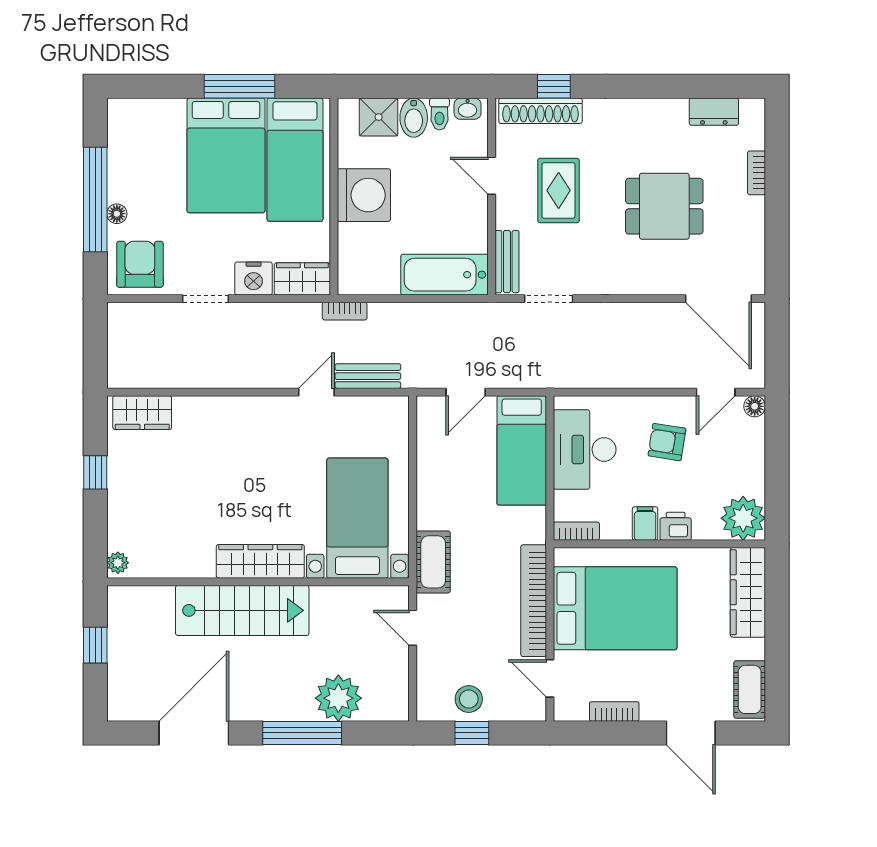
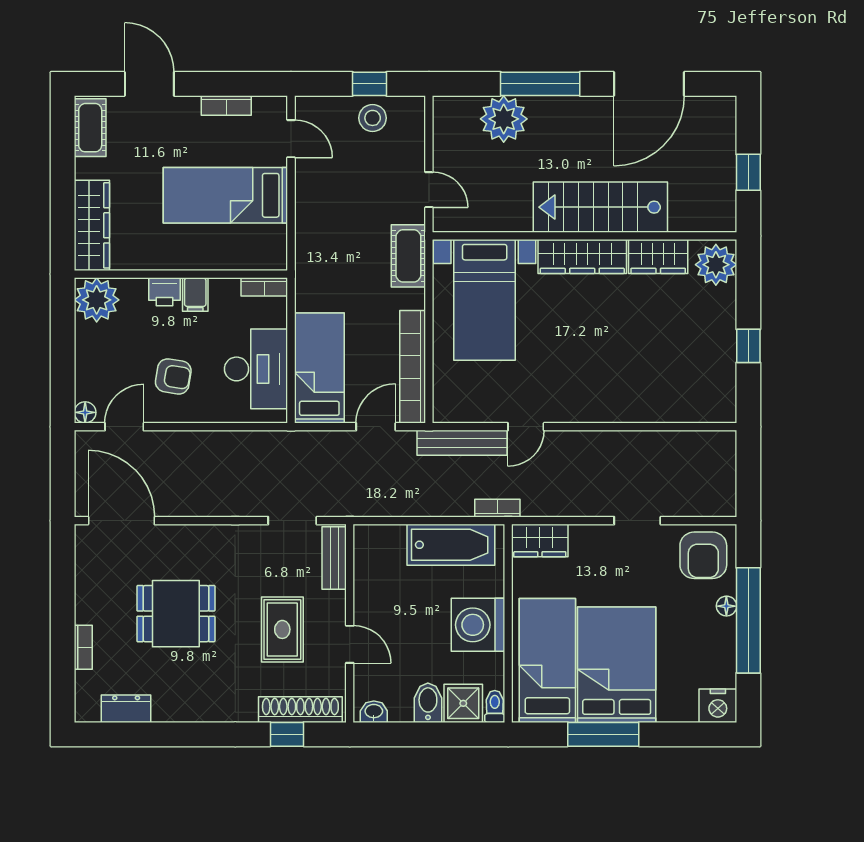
toilet: (439, 114) -> (495, 706), moved
bathtub: (444, 275) -> (451, 545), moved
nightstand: (254, 279) -> (718, 706), moved, turned 180
bench: (368, 376) -> (462, 443), width x1.36
wardrobe: (142, 413) -> (658, 257), moved, turned 180
plant: (118, 563) -> (716, 265), width x1.88, depth x1.88
bookcase: (534, 601) -> (413, 367), moved, turned 180
bed: (615, 608) -> (225, 195), width x0.67

